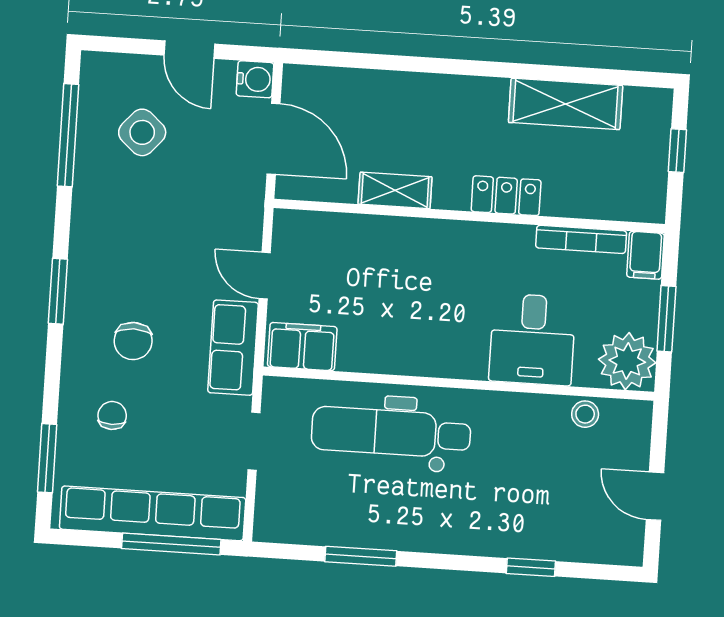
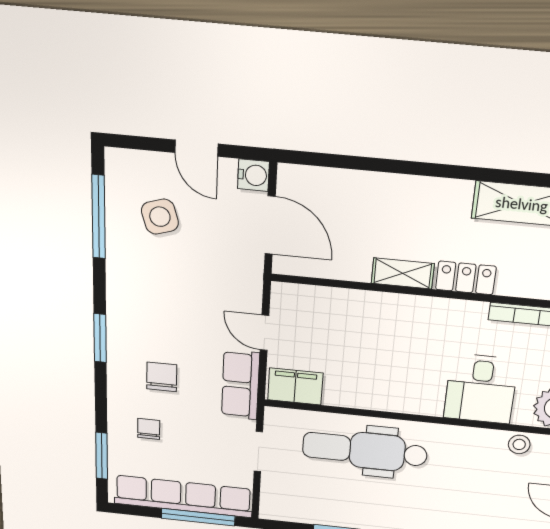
side table: (142, 132) -> (160, 217), turned 32
shelving: (395, 190) -> (403, 273), moved
chair: (133, 341) -> (162, 377), turned 180

